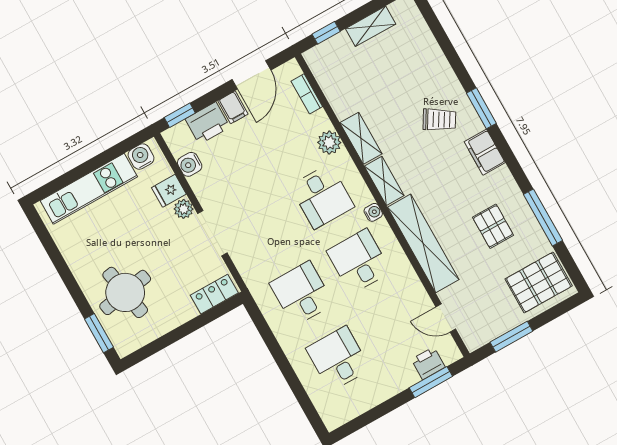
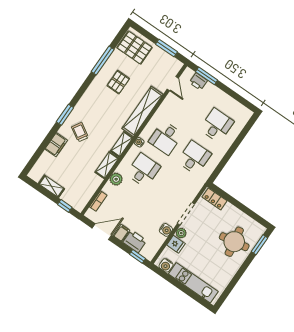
filing cabinet: (485, 152) -> (56, 145), moved
water cooler: (190, 164) -> (166, 230), moved
desk: (302, 294) -> (194, 158), turned 180
desk: (338, 359) -> (217, 125), turned 180

